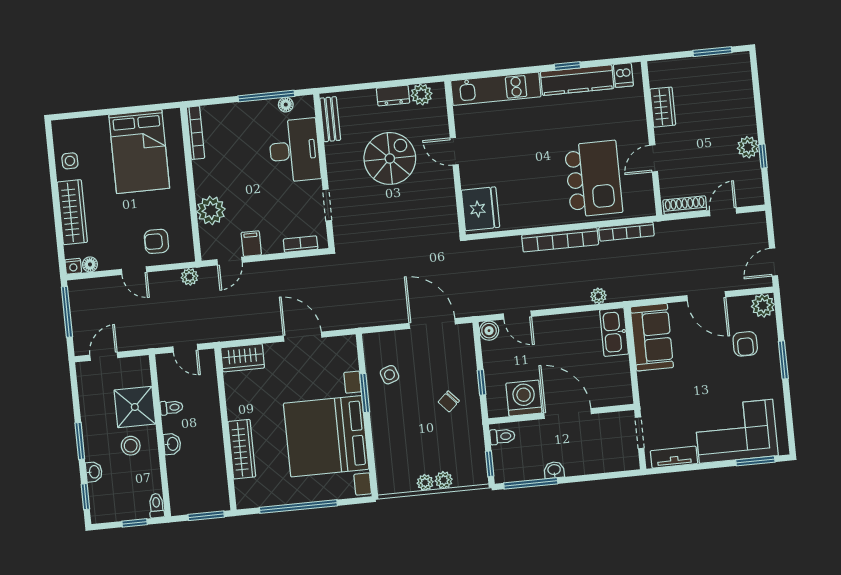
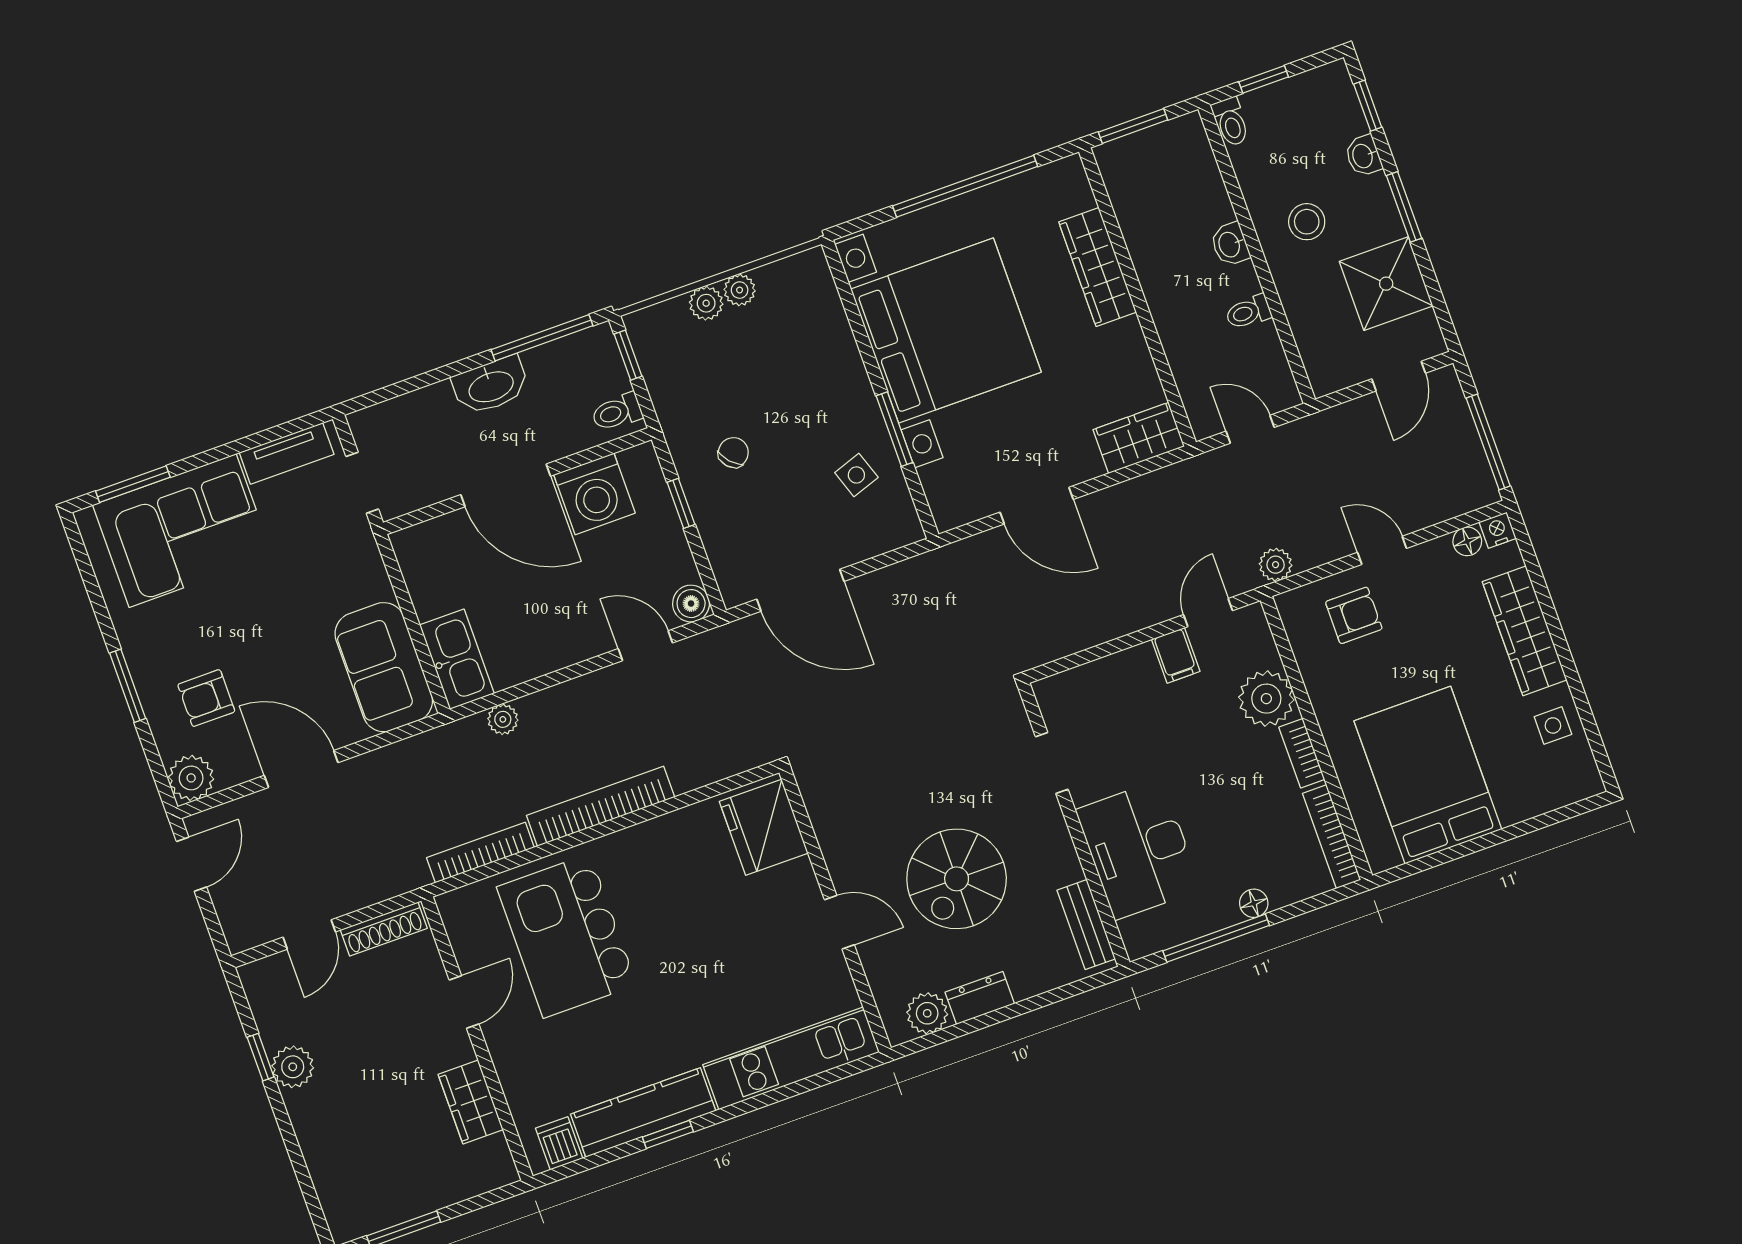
floor lamp: (286, 105) -> (1254, 903), moved
bookcase: (301, 244) -> (1302, 753), moved, turned 90
armchair: (745, 344) -> (206, 698), turned -90
shower: (135, 407) -> (1386, 284), moved
washbasin: (554, 470) -> (491, 386), width x1.91, depth x1.45

